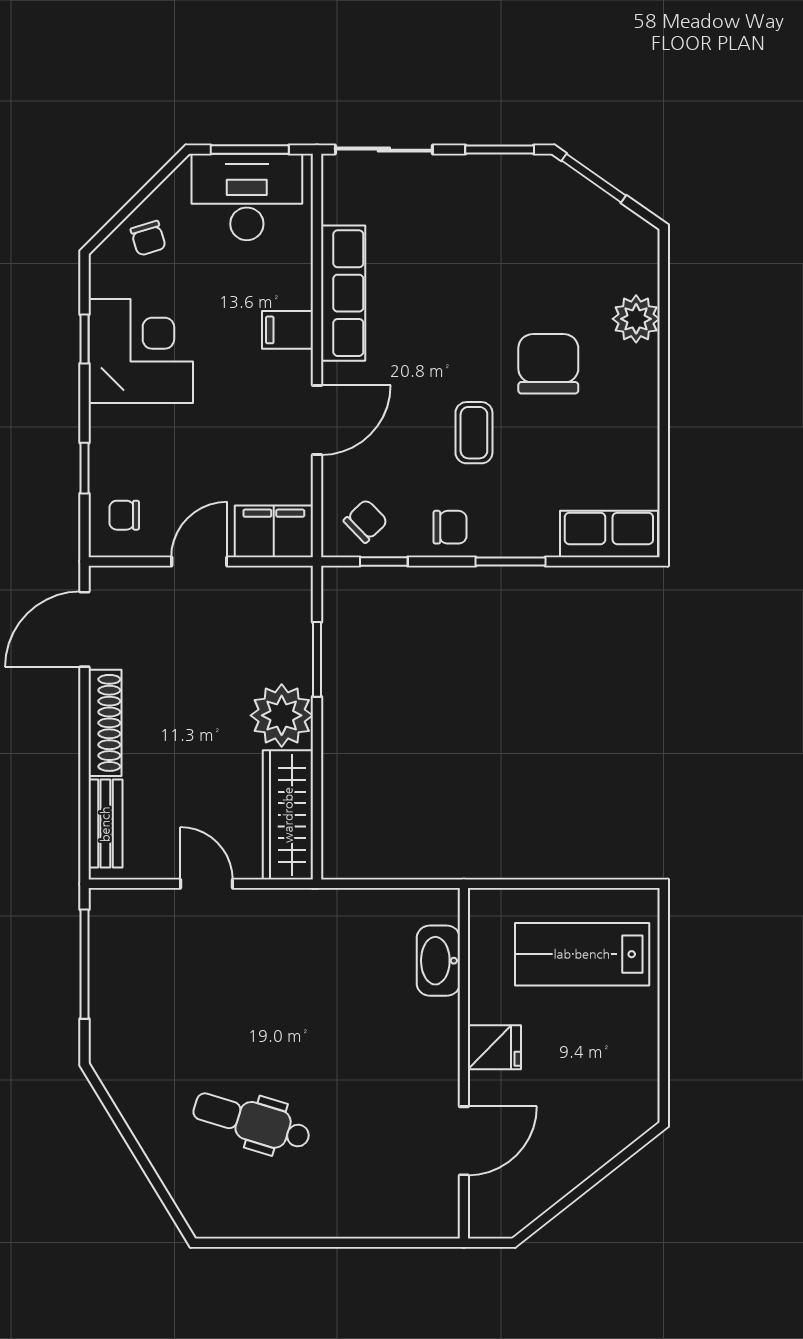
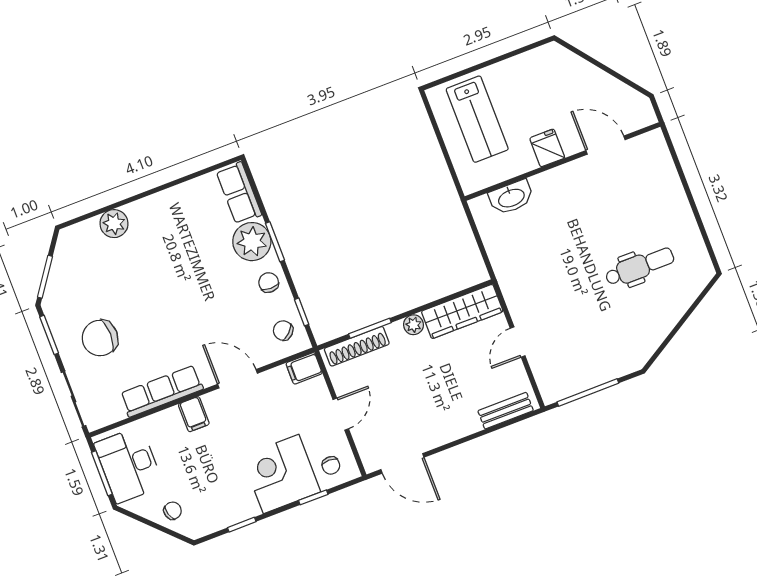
corner desk: (141, 351) -> (281, 474), moved
chair: (548, 364) -> (100, 338), moved
coffee table: (474, 433) -> (211, 289), removed
plant: (525, 525) -> (252, 242), added
filing cabinet: (274, 531) -> (304, 368), width x0.50
door: (199, 562) -> (341, 414), swing flipped
plant: (282, 715) -> (414, 325), width x0.53, depth x0.53
shoe rack: (105, 723) -> (357, 346), moved, turned 180
dental chair: (252, 1121) -> (640, 267), turned -107

